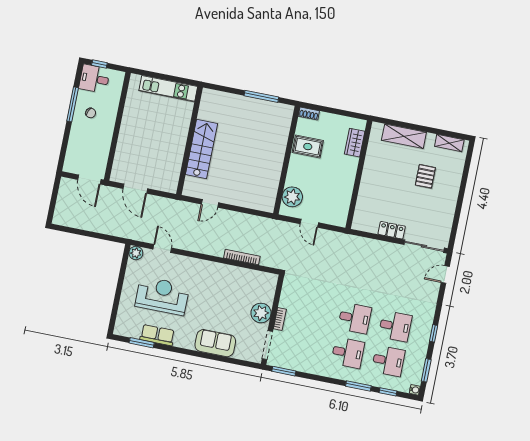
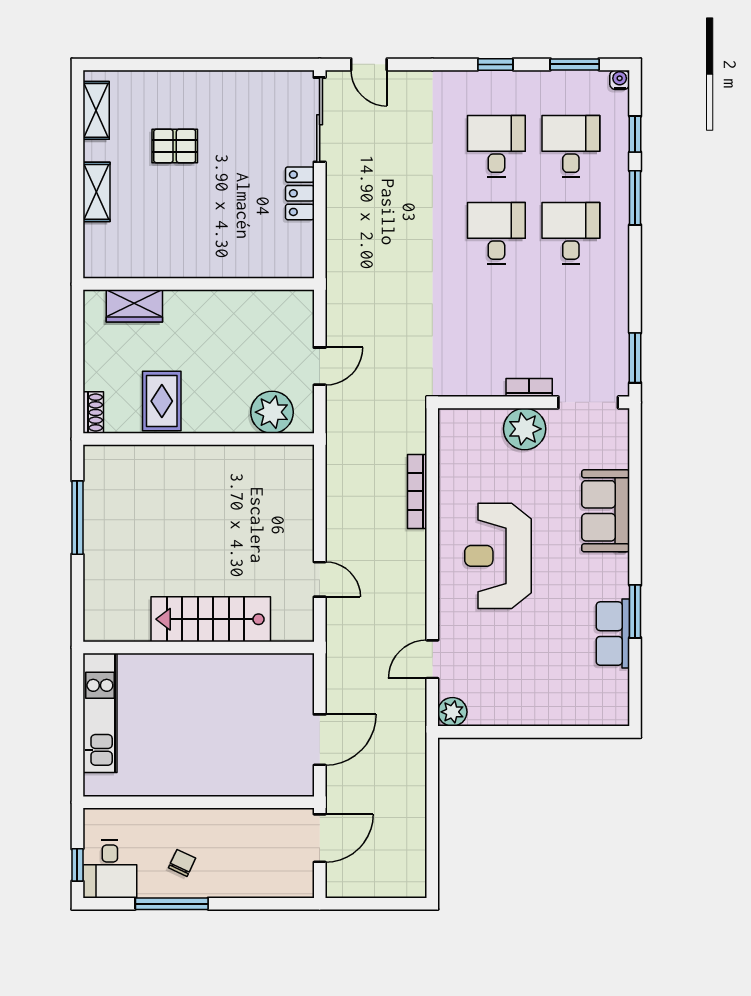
shelving: (404, 136) -> (96, 192), width x0.67, depth x0.75
reception desk: (162, 296) -> (498, 556), moved
window: (142, 343) -> (635, 611), moved

